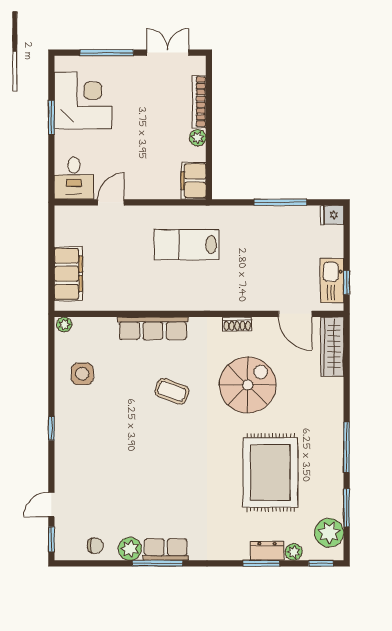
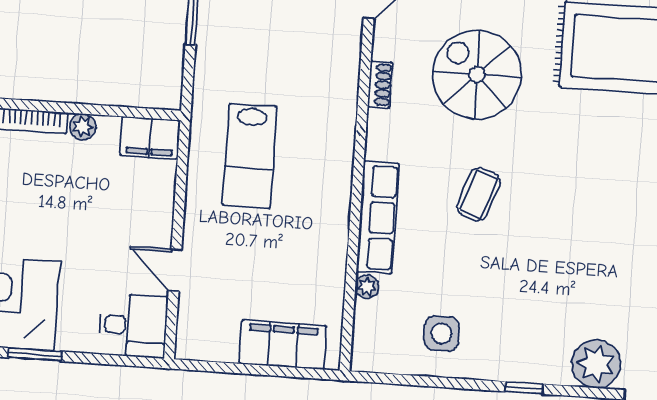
plant: (64, 324) -> (367, 287), moved
plant: (70, 473) -> (596, 364), added

